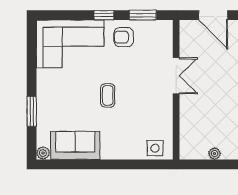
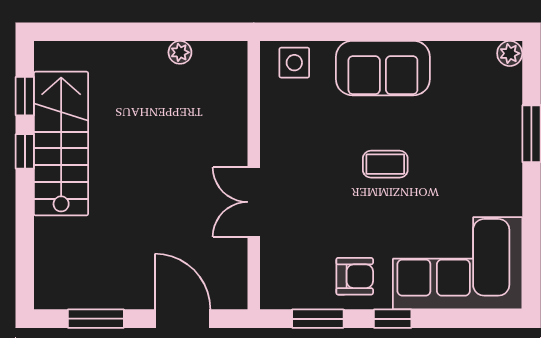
coffee table: (108, 95) -> (385, 164), turned 90
sofa: (75, 145) -> (383, 68), moved

